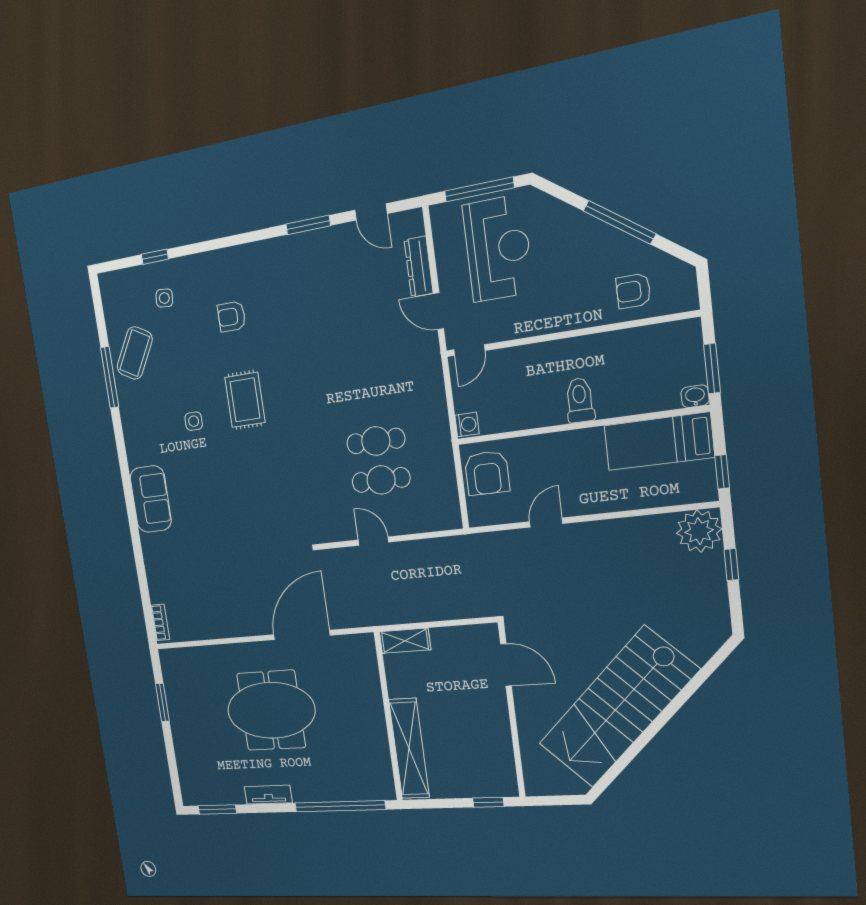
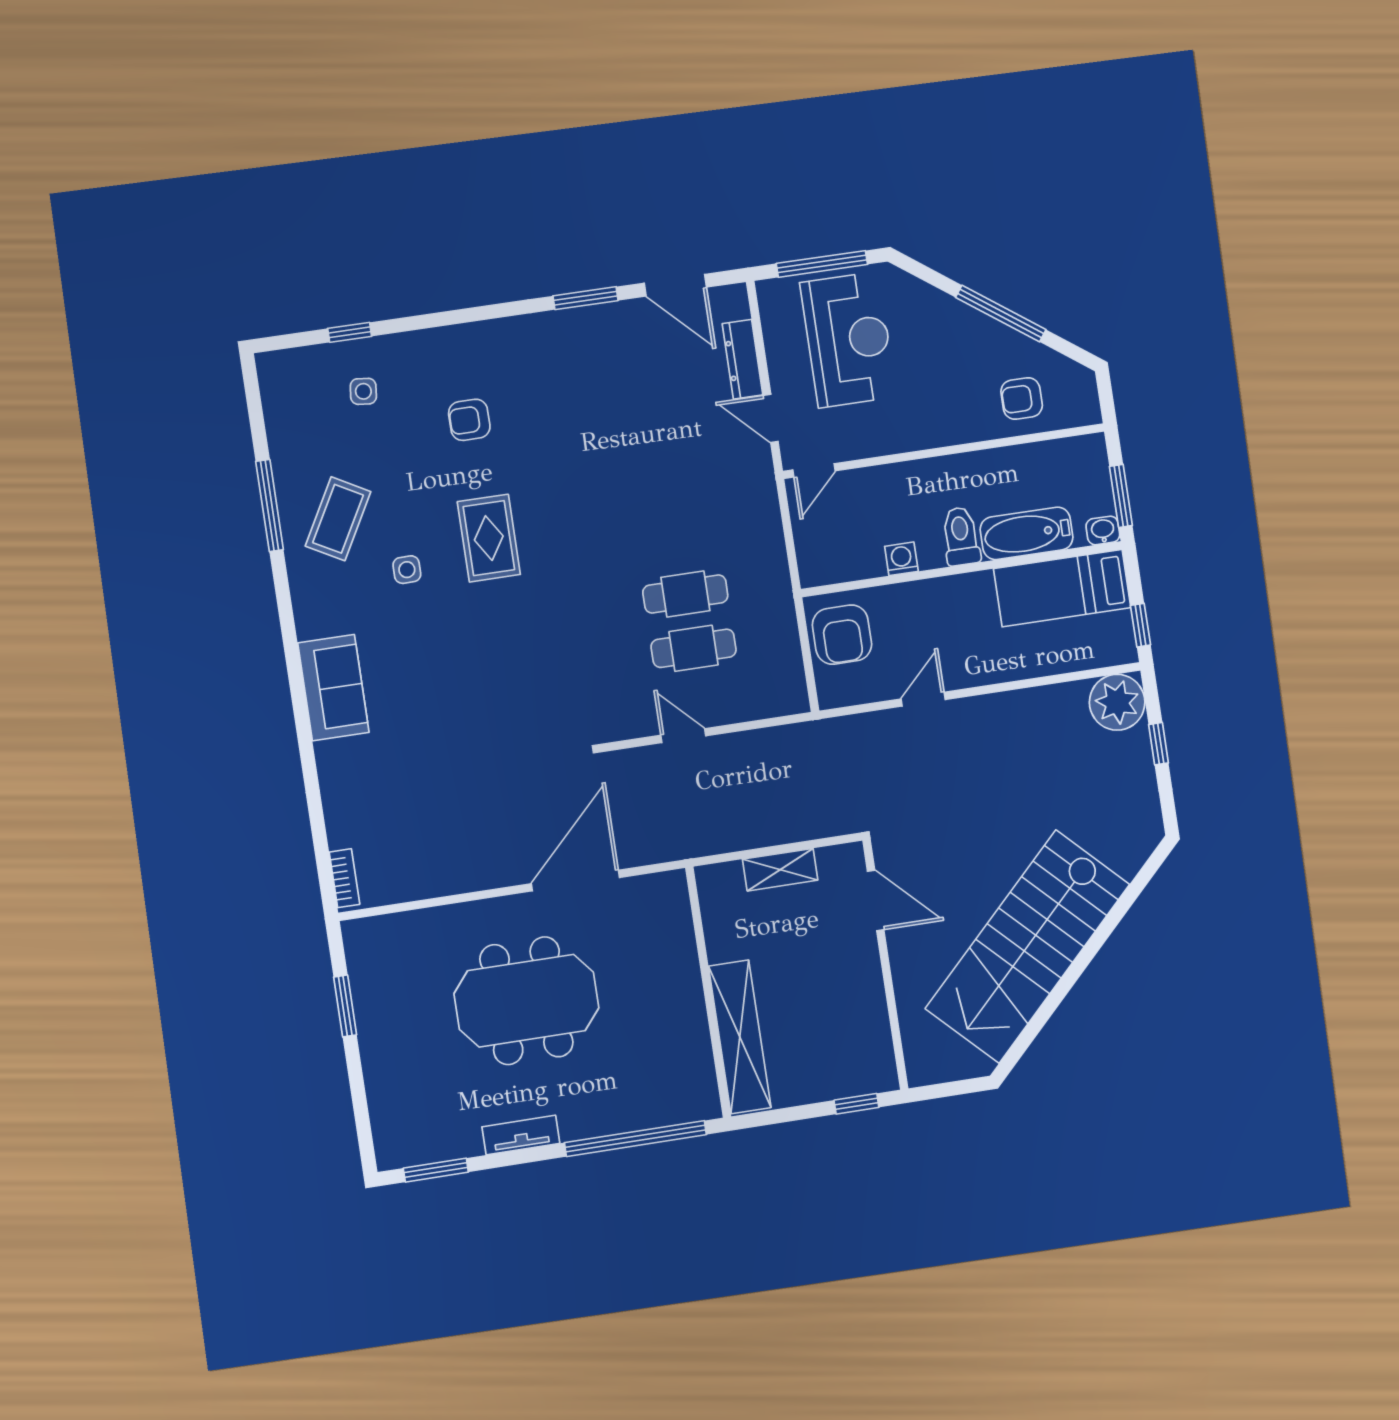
door: (371, 212) -> (675, 285), width x1.38
coffee table: (135, 353) -> (338, 519), moved
bathtub: (632, 398) -> (1027, 533), added
washing machine: (467, 424) -> (901, 559), moved, turned -90
shelving: (405, 641) -> (780, 870), moved

